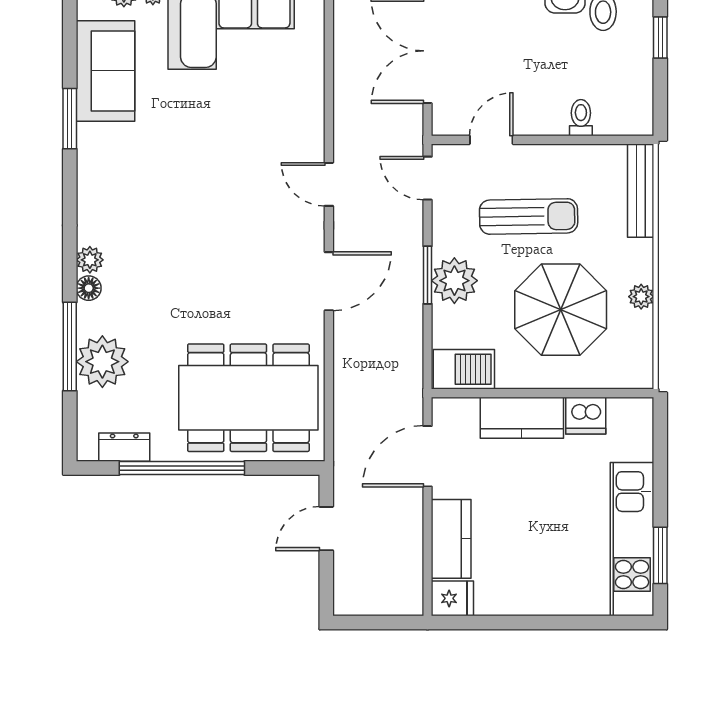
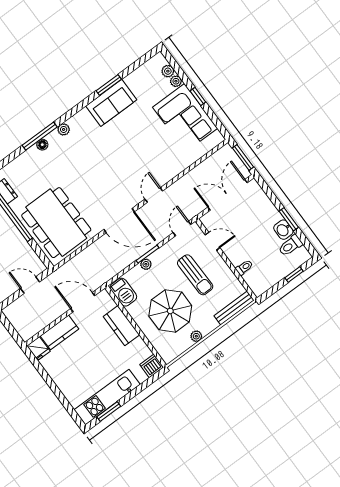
sofa: (105, 71) -> (111, 103), moved
door: (329, 281) -> (119, 221), width x1.36
plant: (454, 281) -> (146, 264), width x0.53, depth x0.53
floor lamp: (89, 288) -> (42, 145), moved
window: (70, 347) -> (40, 136), moved
plant: (102, 362) -> (31, 161), removed
dishwasher: (586, 416) -> (152, 366), moved, turned 90

